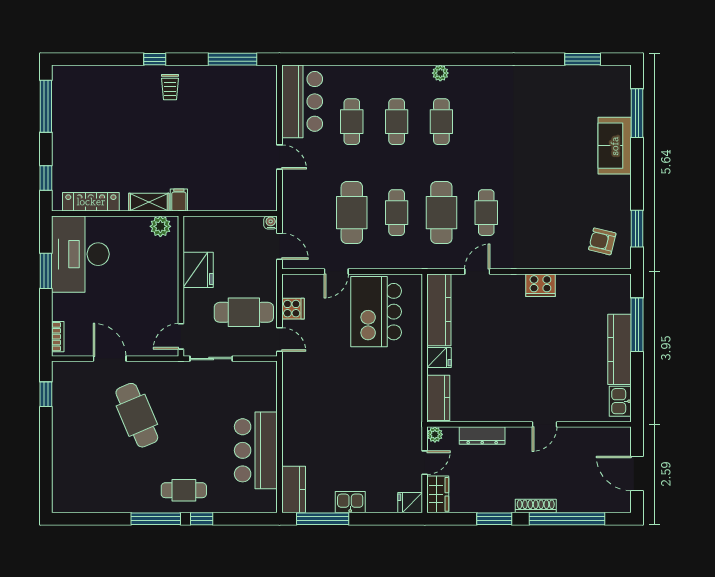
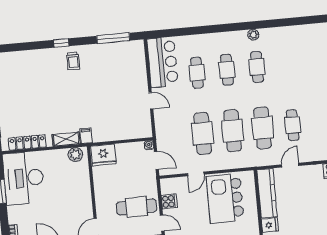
cafe table: (397, 213) -> (233, 131), width x1.37, depth x1.35
fridge: (198, 270) -> (103, 155), moved, turned 90

